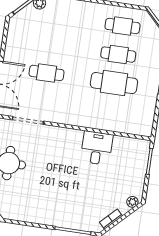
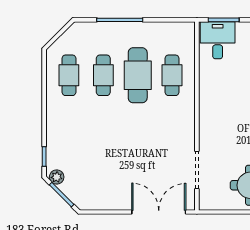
cafe table: (46, 73) -> (172, 75), moved
desk: (97, 148) -> (218, 40), moved, turned 90

